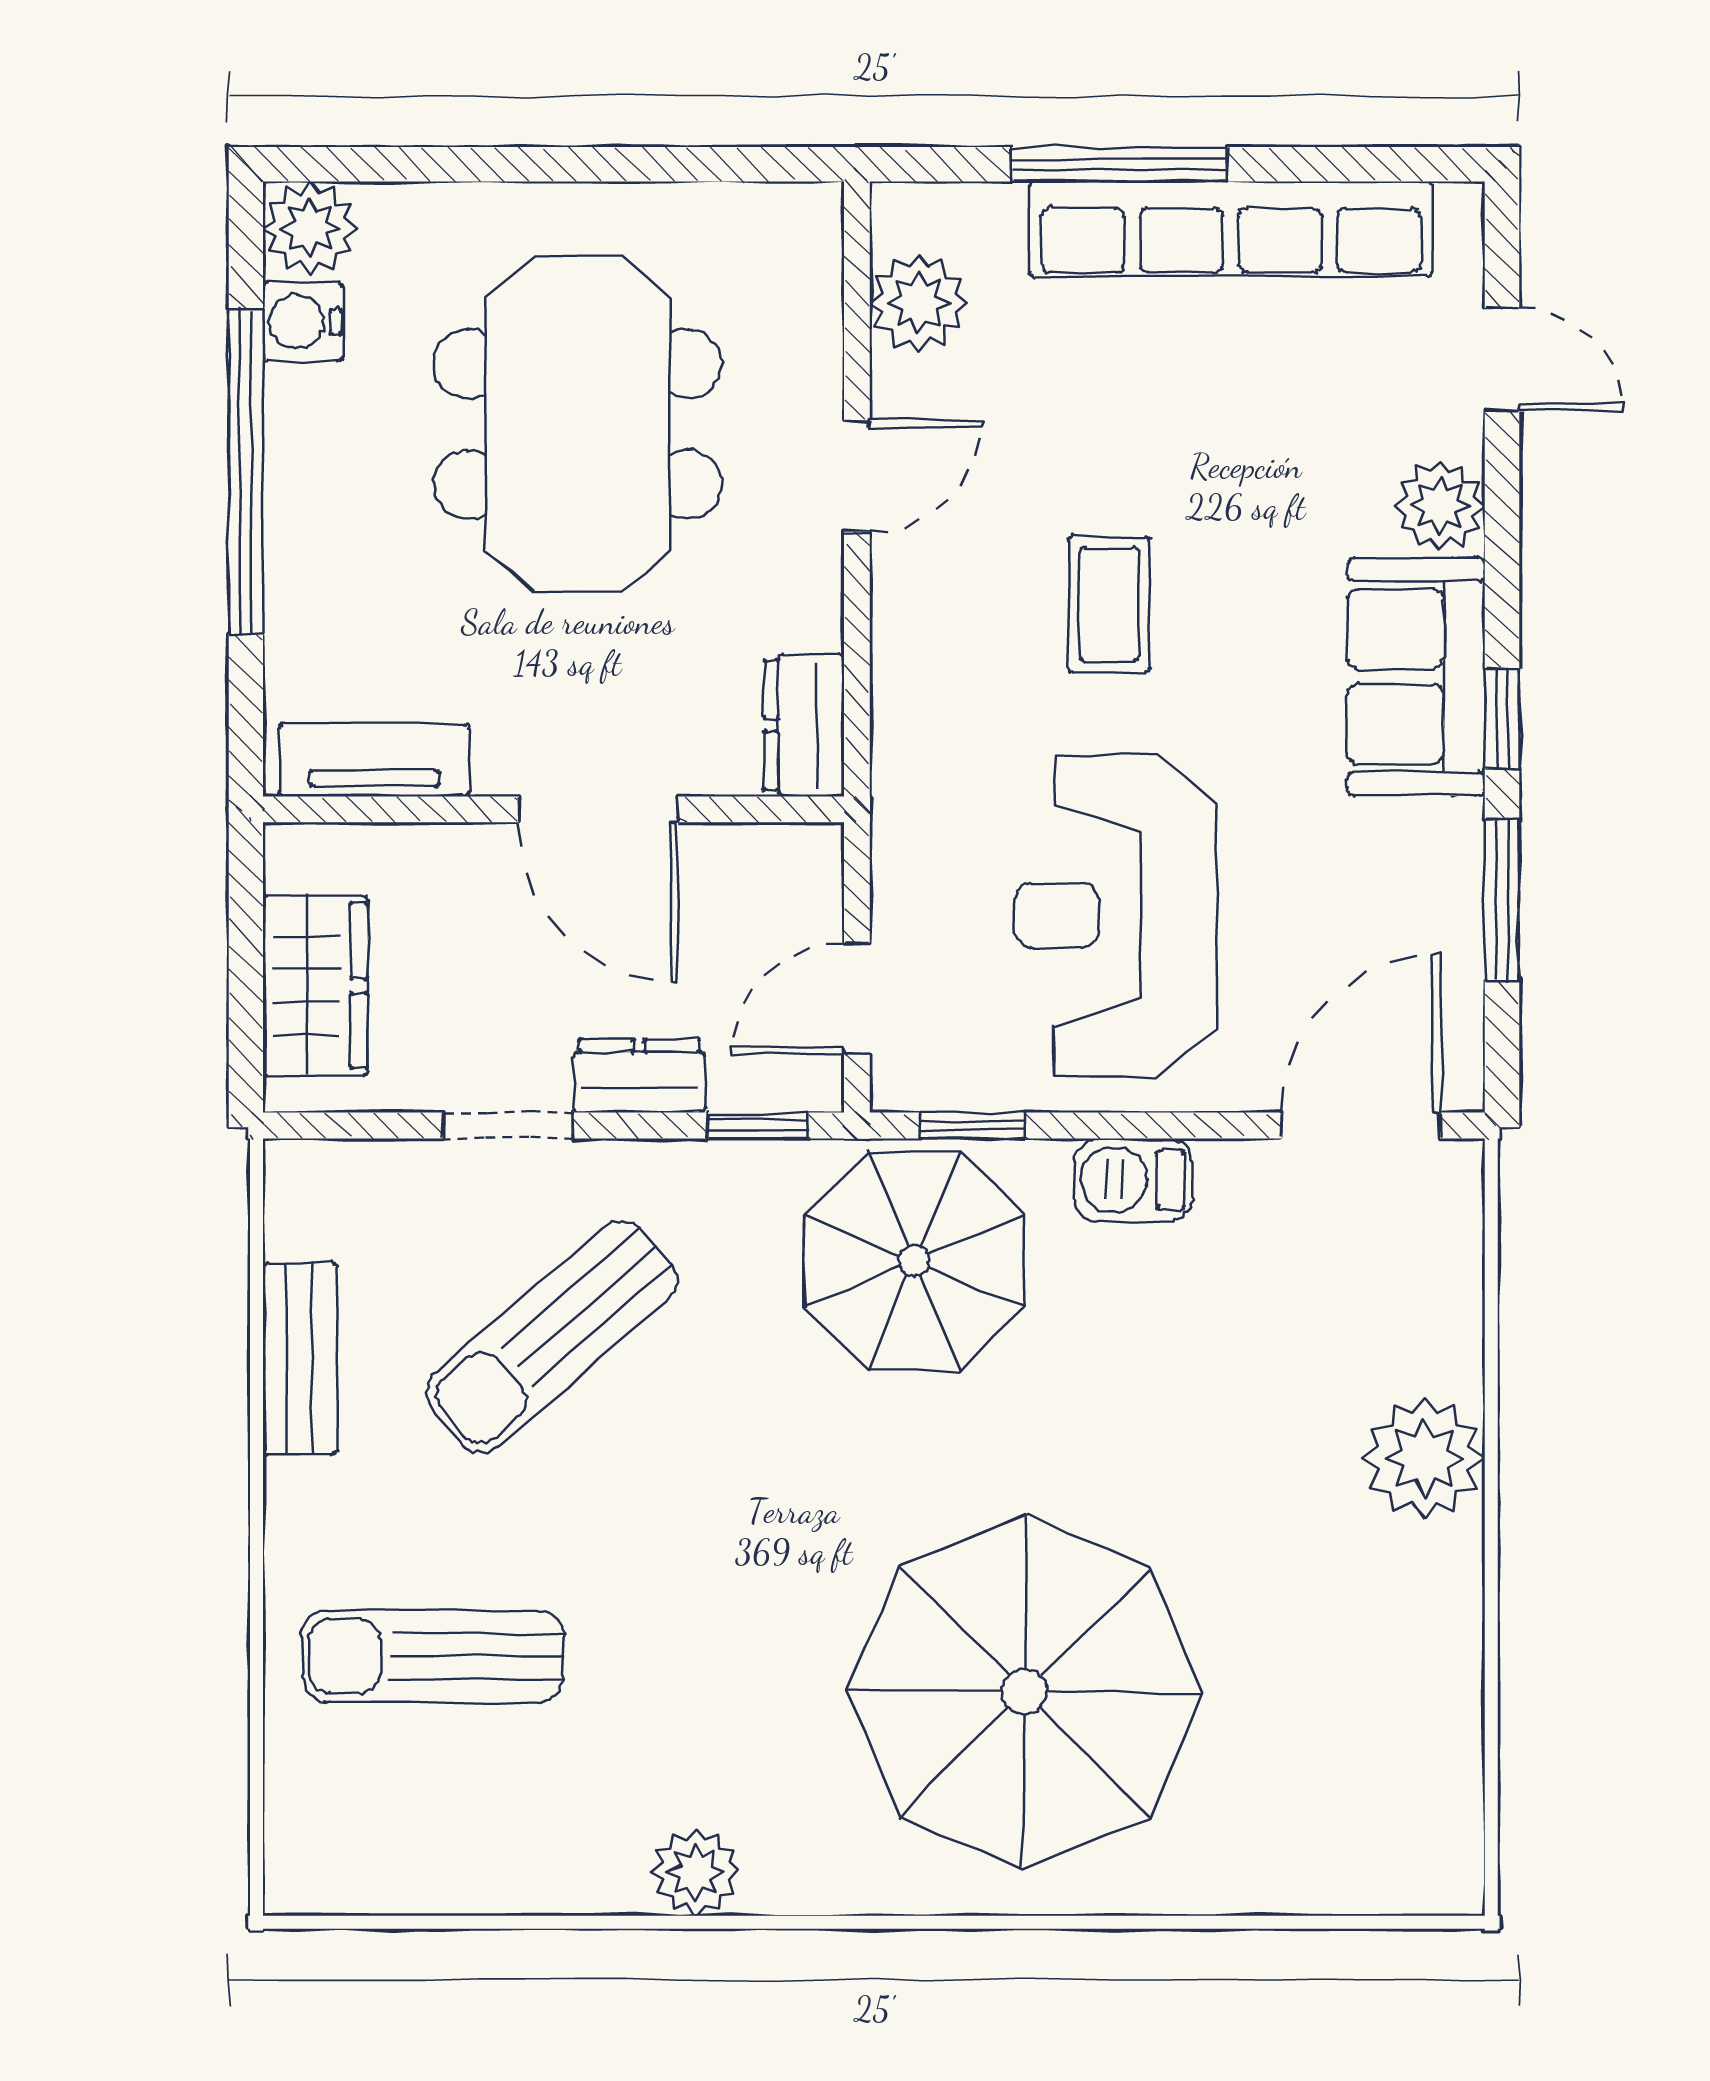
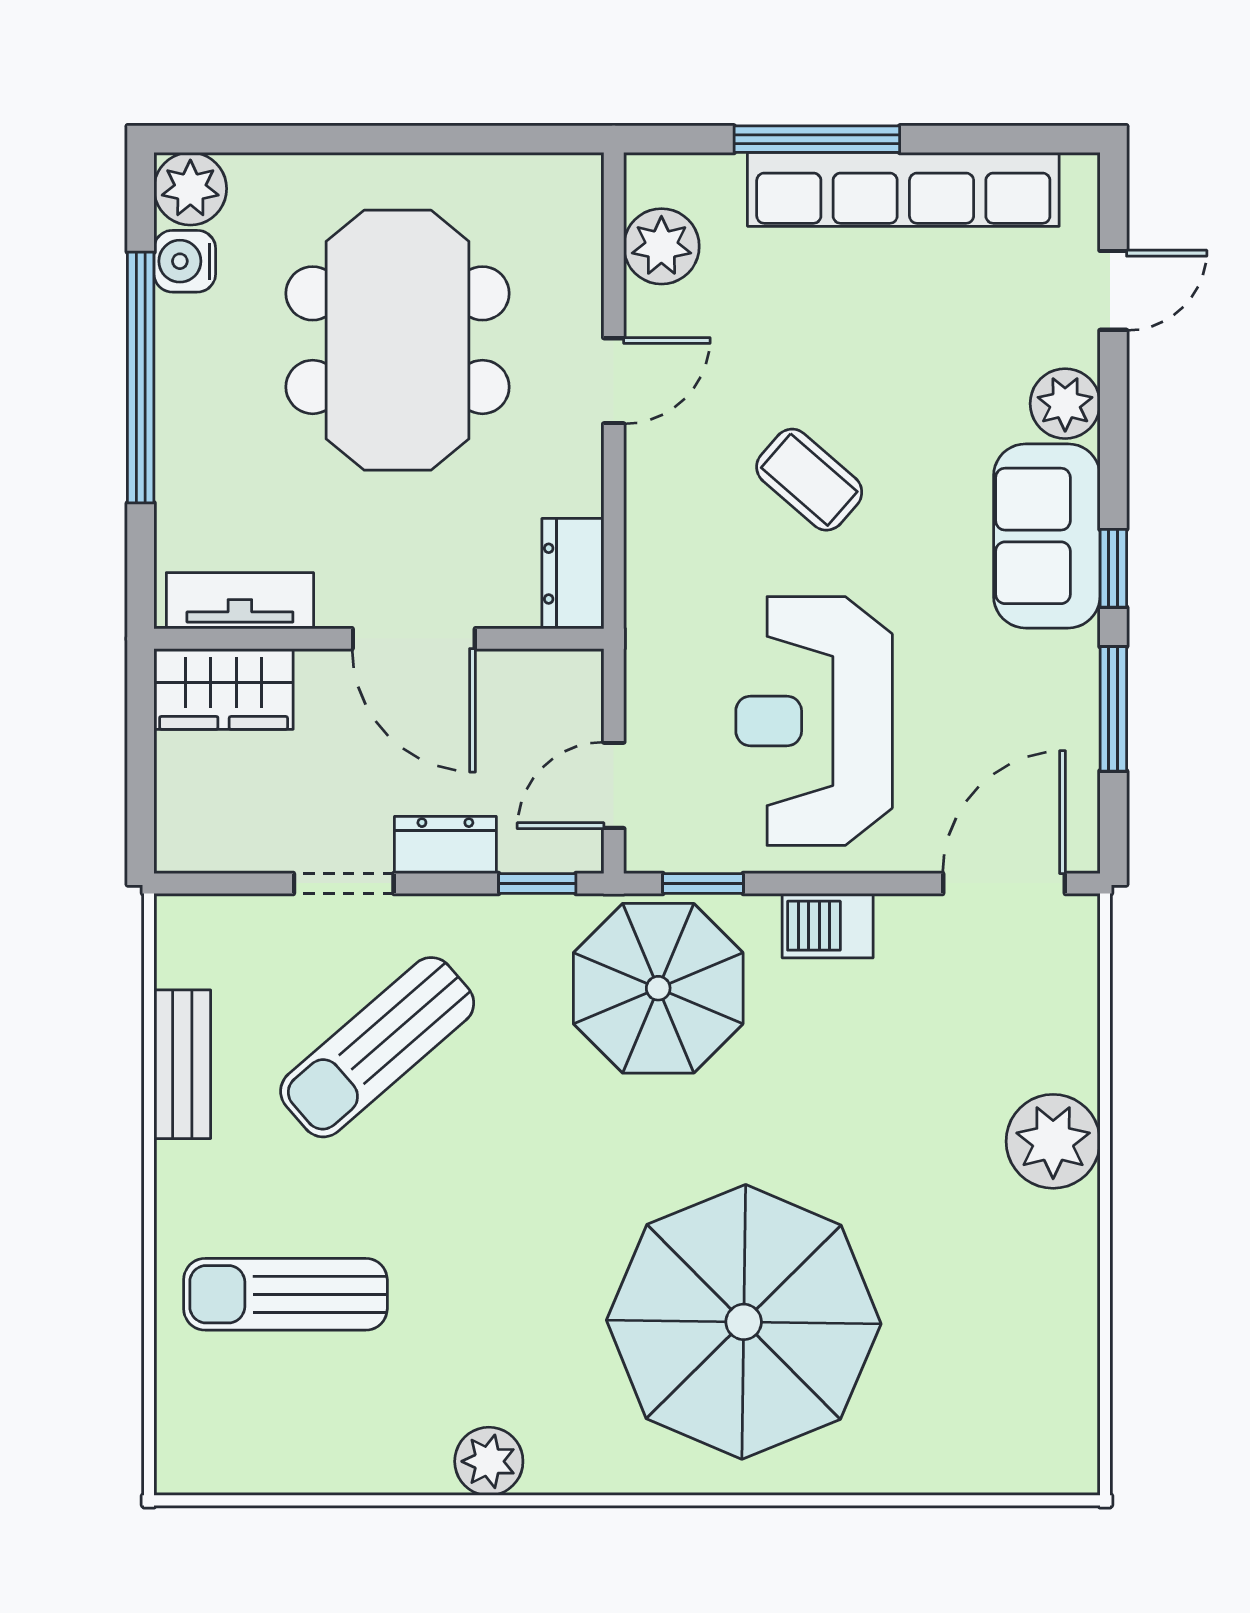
door: (1502, 359) -> (1113, 290), hinge flipped
coffee table: (1109, 604) -> (809, 480), turned -49
wardrobe: (315, 986) -> (224, 689), moved, turned 90

